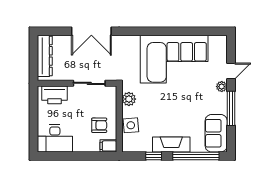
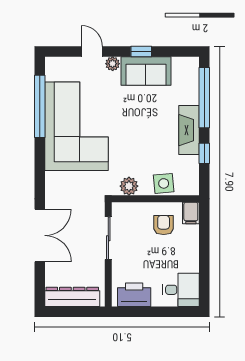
window: (189, 31) -> (40, 106), added
printer: (55, 95) -> (134, 295), moved, turned -90
window: (231, 108) -> (141, 51), width x0.46
sofa: (216, 133) -> (146, 71), moved
desk: (55, 138) -> (181, 290), width x0.73

